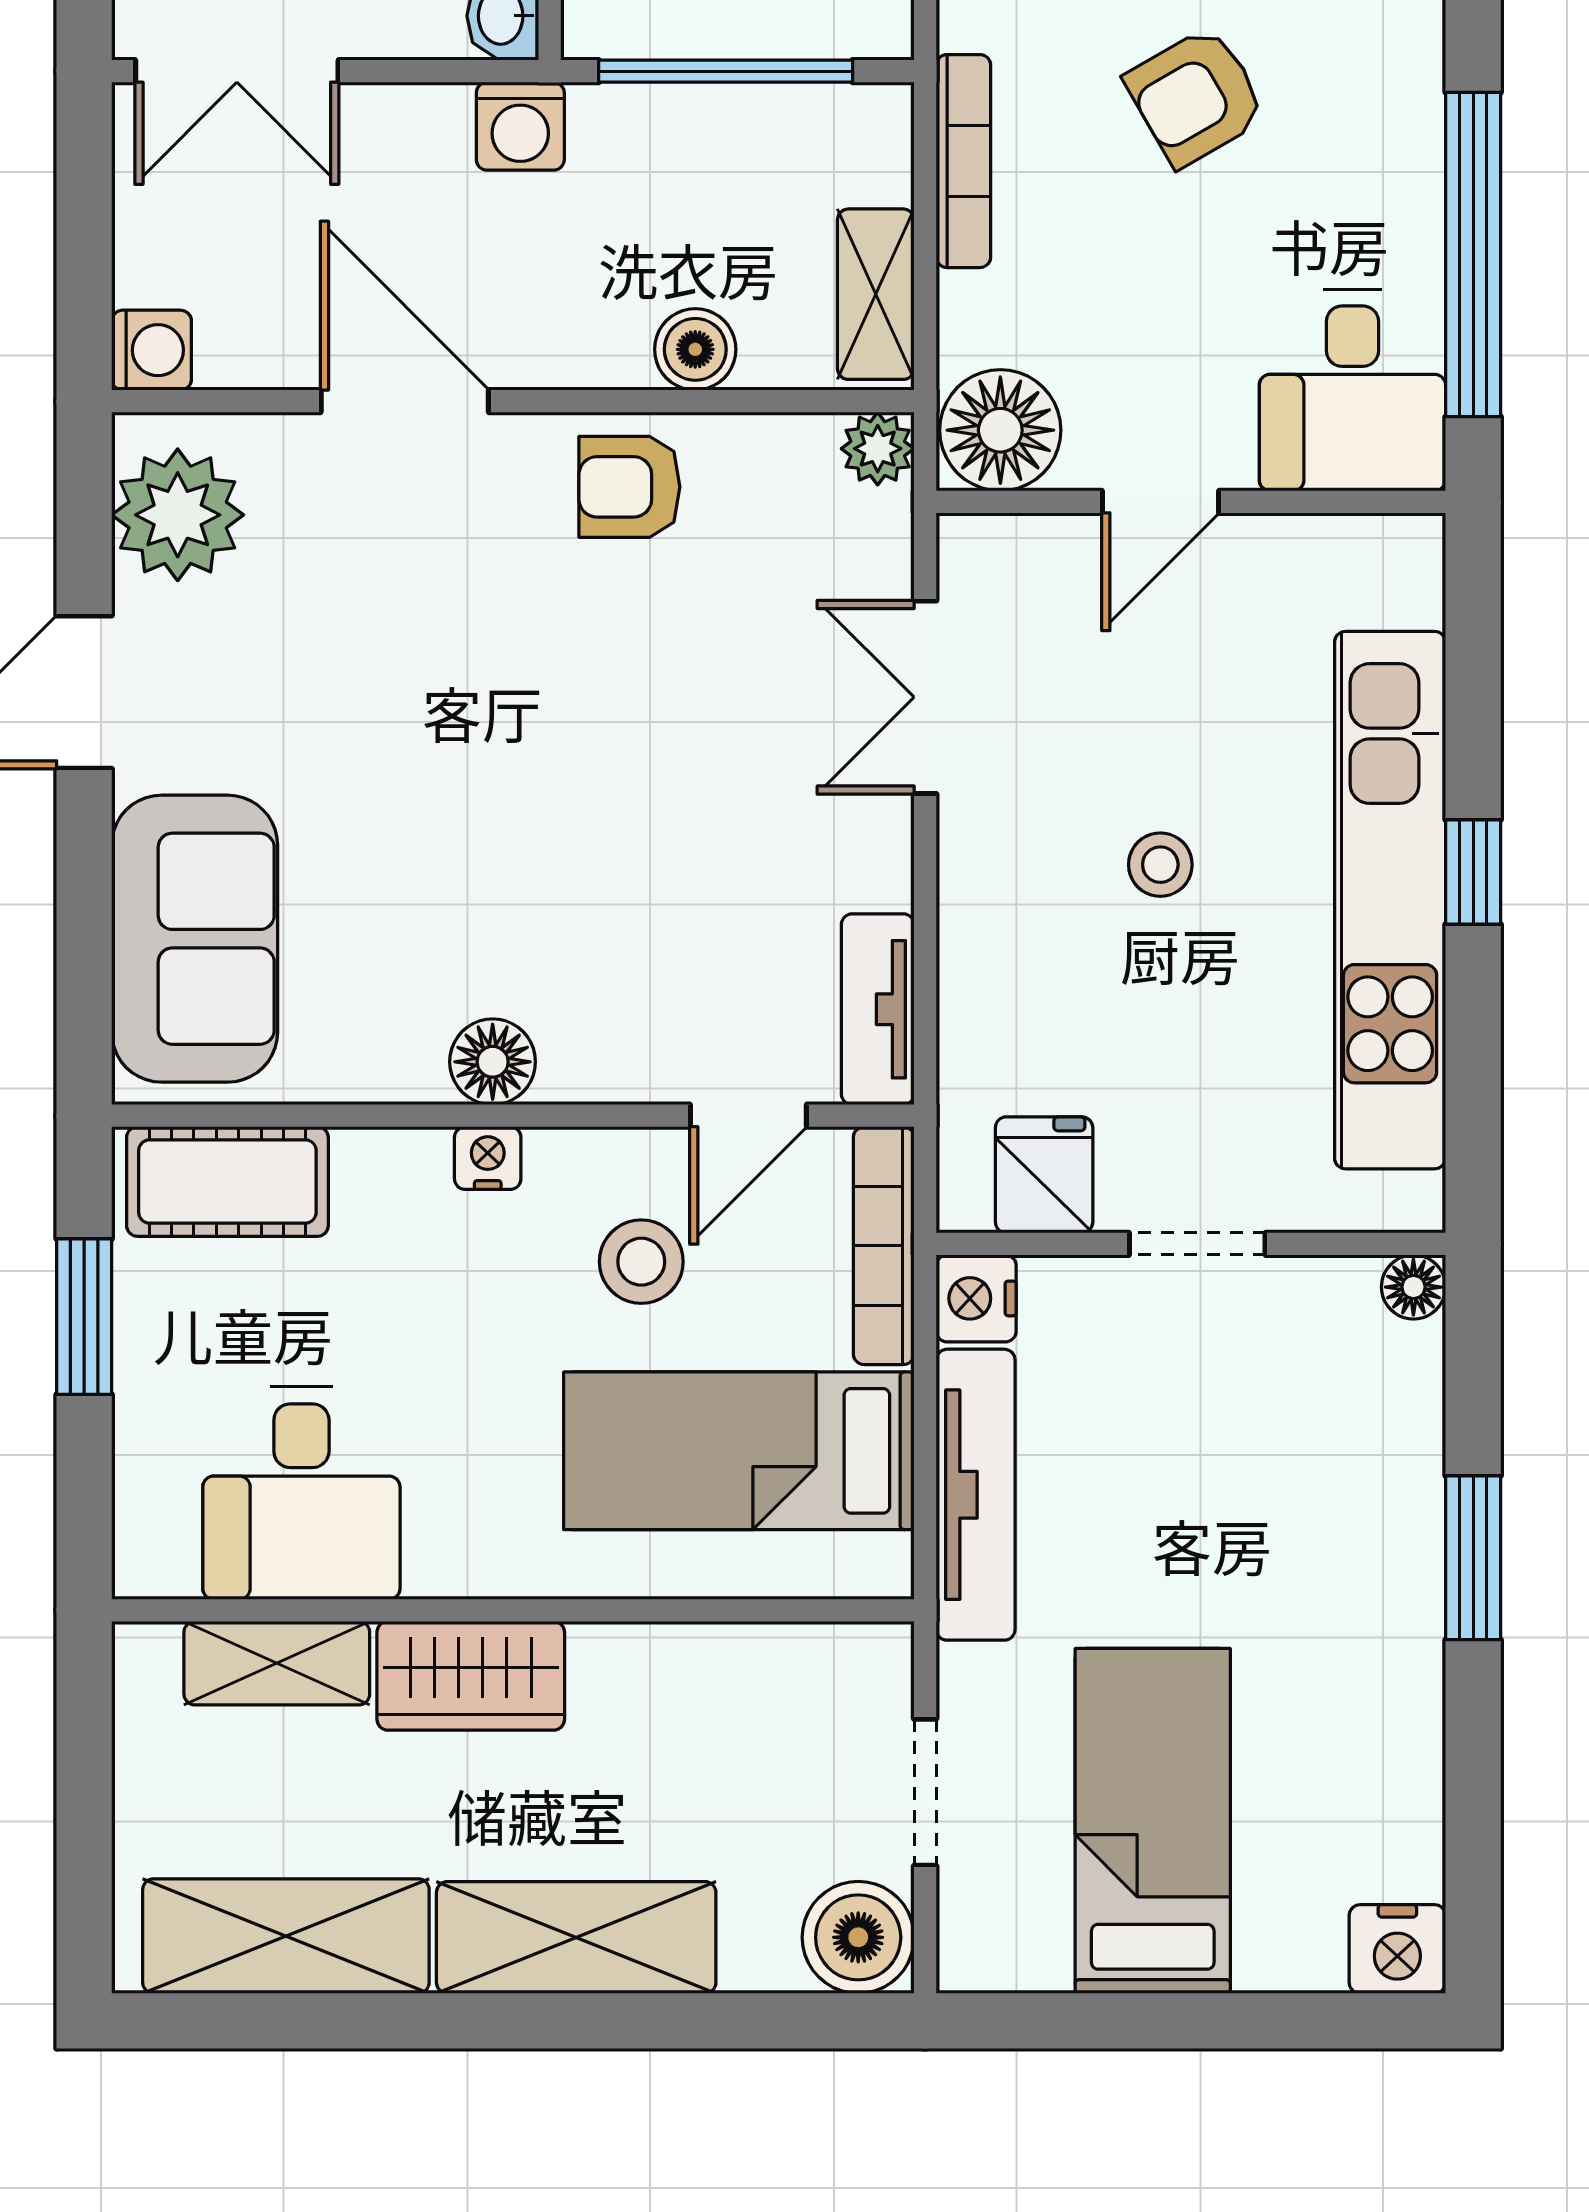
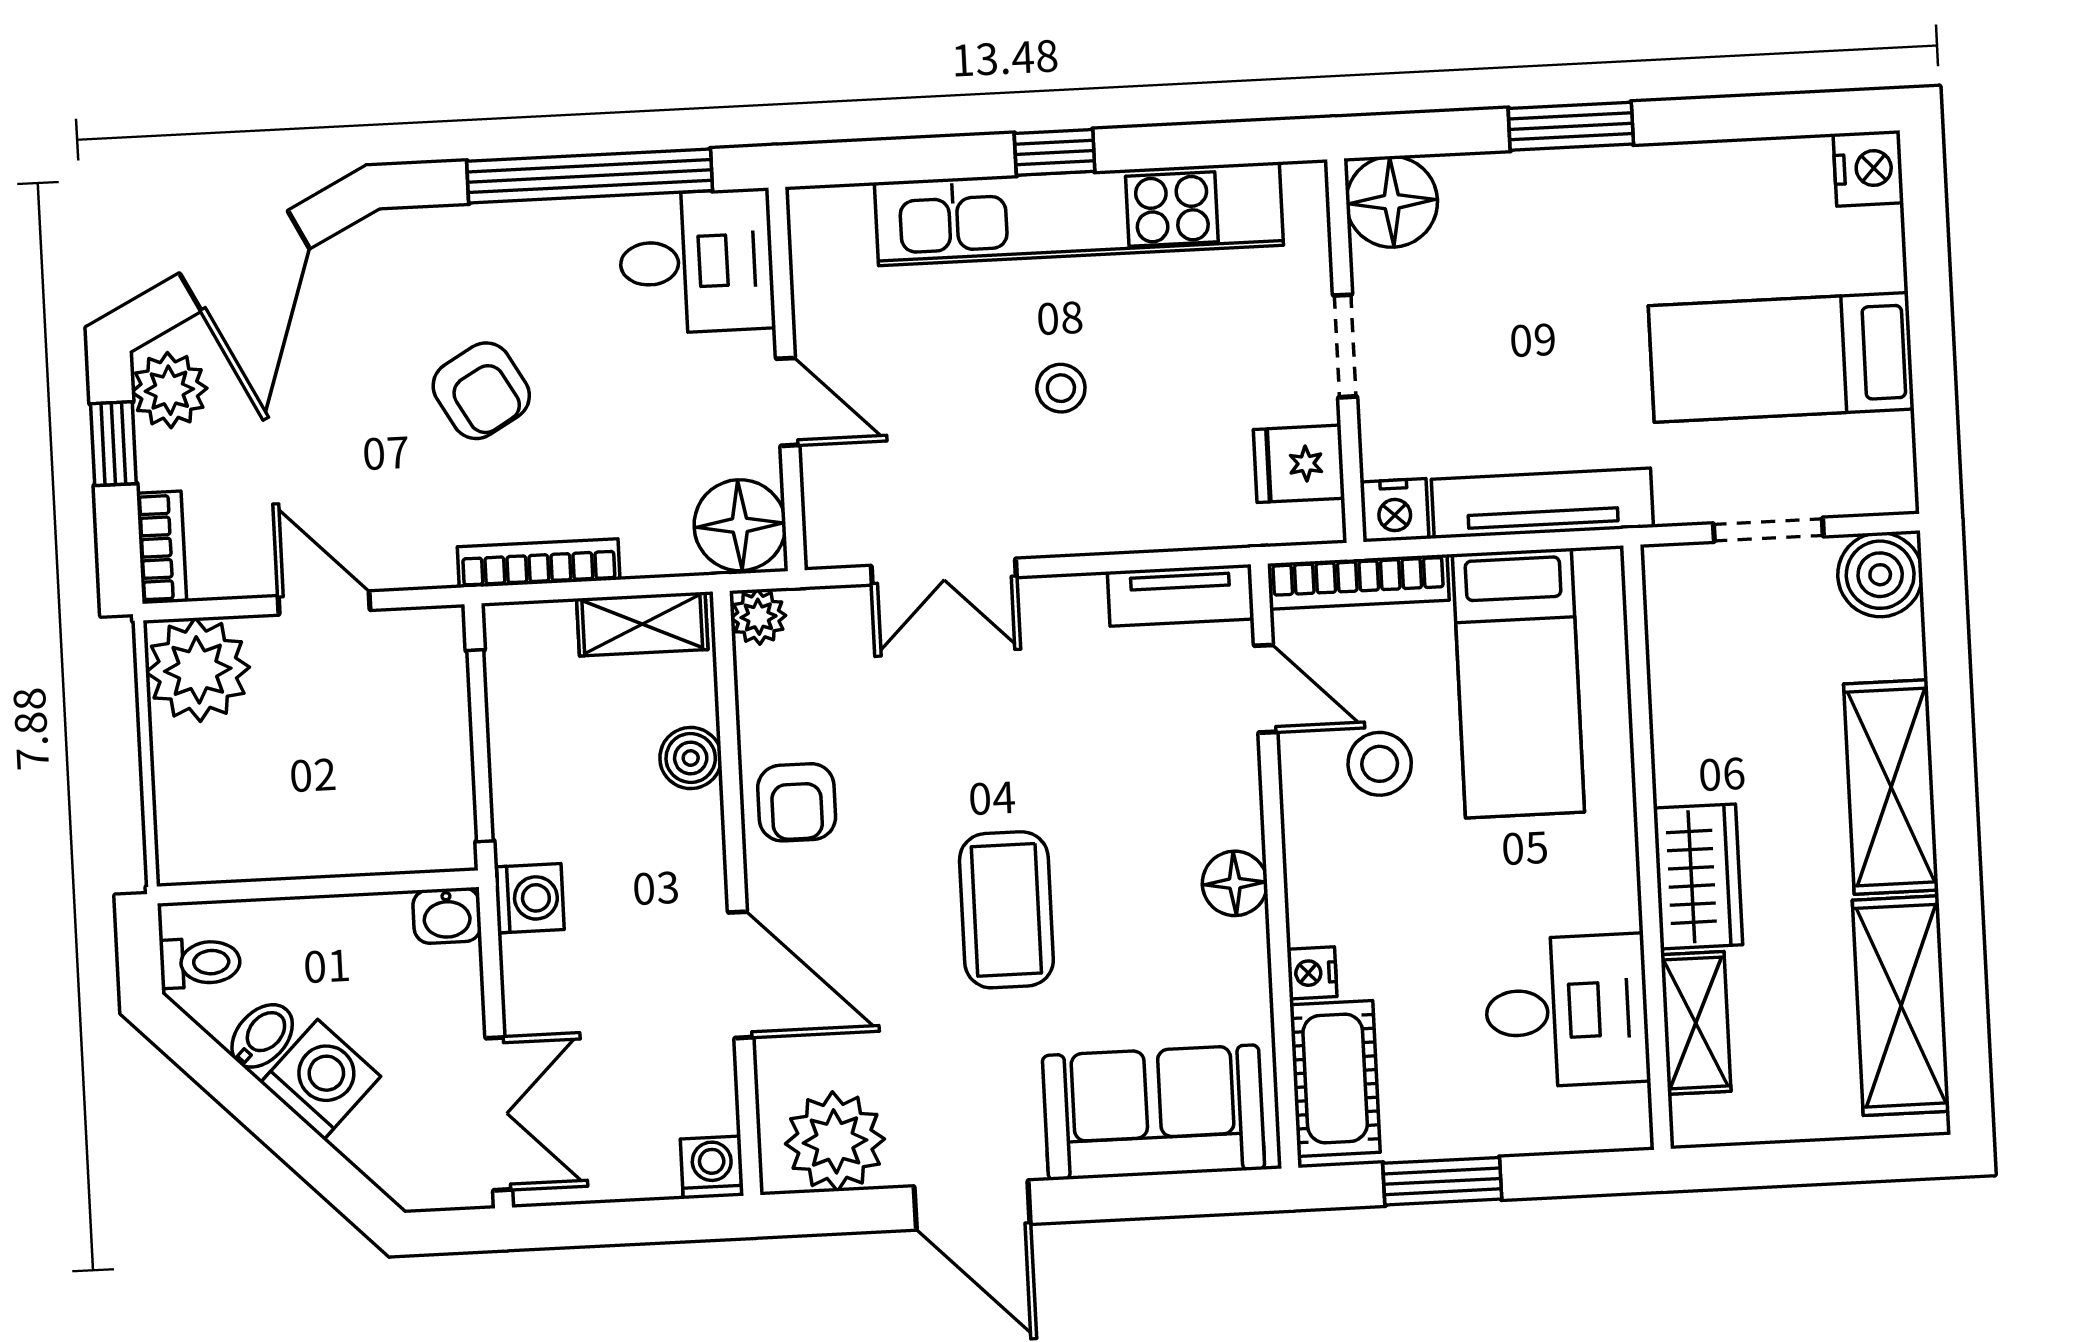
door: (405, 401) -> (741, 975), swing flipped
coffee table: (473, 757) -> (1006, 910), added
nightstand: (488, 1158) -> (1312, 973), moved
floor lamp: (1413, 1287) -> (1392, 202), width x1.89, depth x1.89

